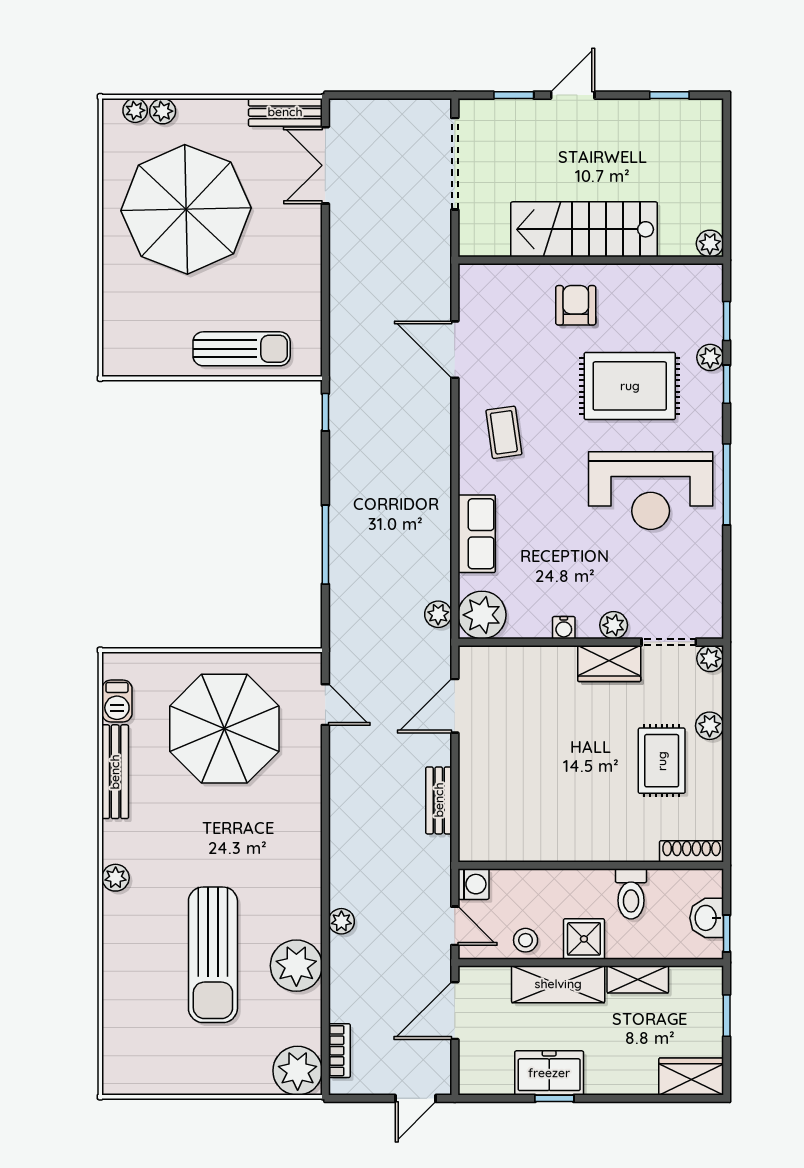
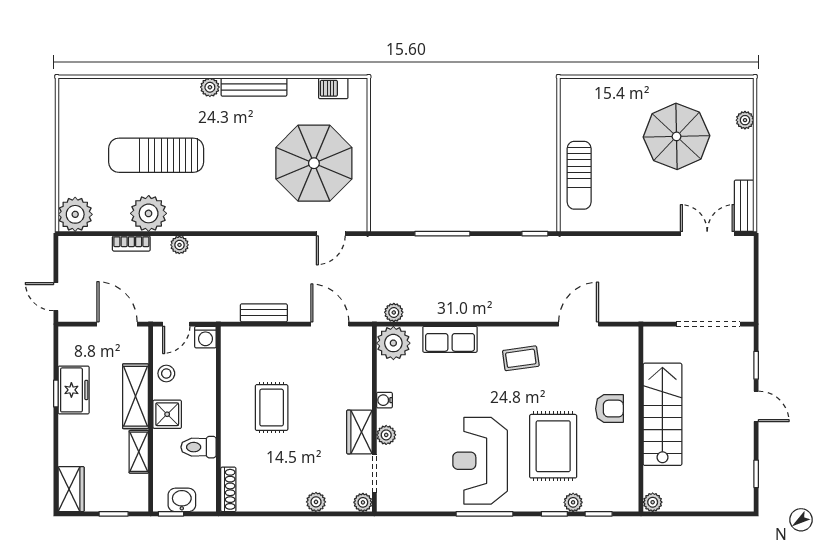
plant: (135, 110) -> (746, 101), removed
parasol: (186, 209) -> (676, 136), width x0.73, depth x0.73
rug: (662, 761) -> (272, 408), moved, turned 90
bench: (115, 772) -> (254, 87), moved
bookcase: (339, 1051) -> (131, 244), moved

